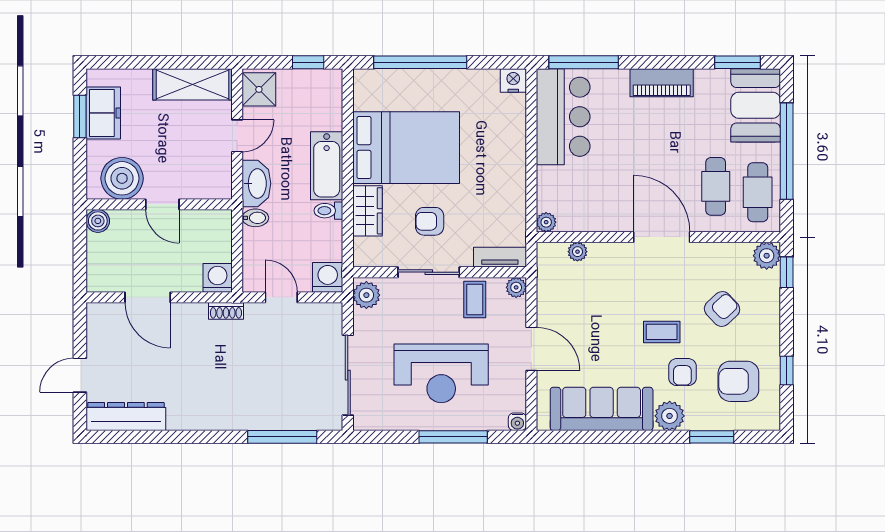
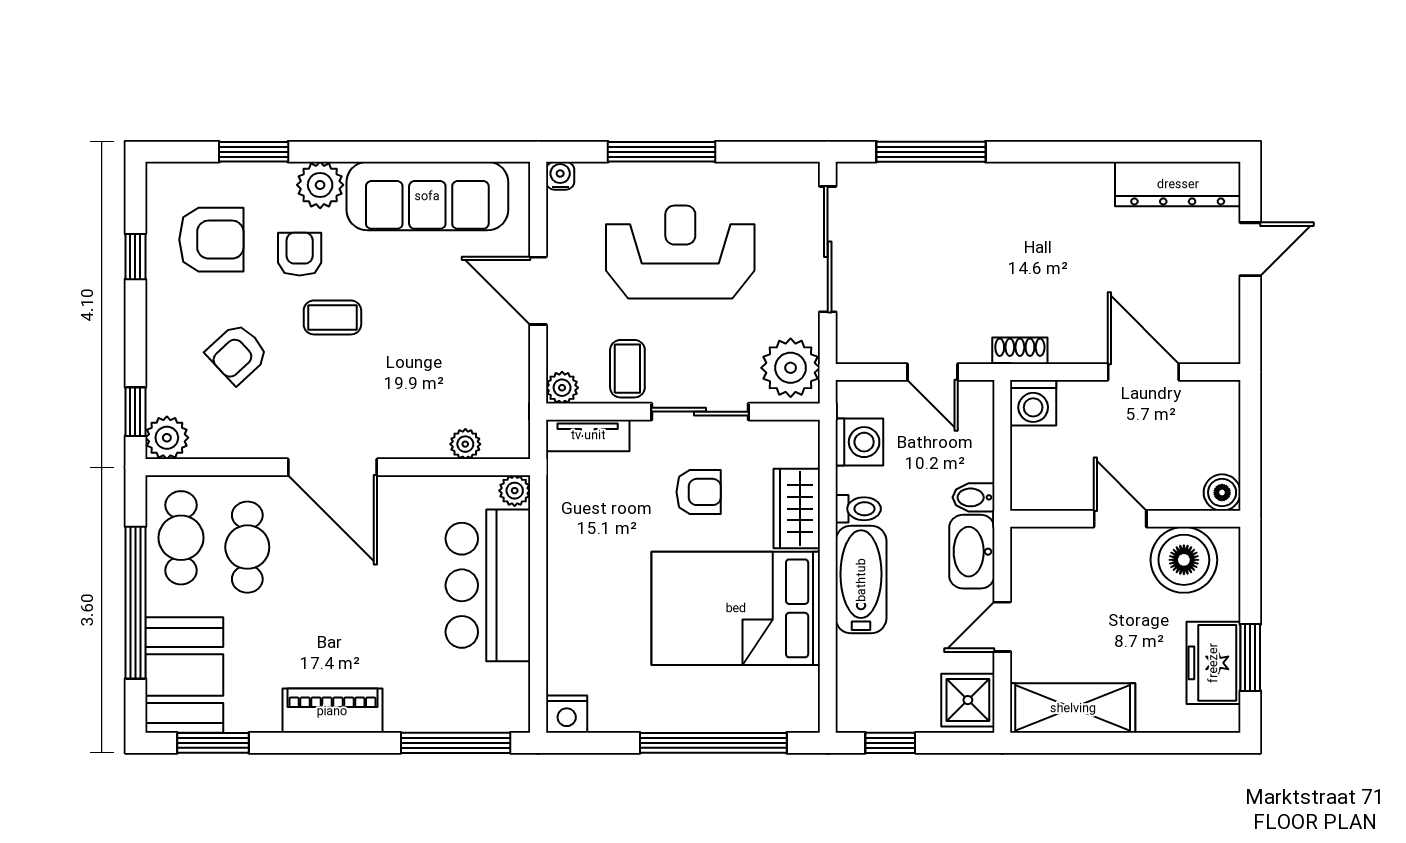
bar counter: (563, 117) -> (488, 585), moved
washing machine: (328, 277) -> (859, 442), moved, turned -90
plant: (366, 295) -> (791, 368), width x1.36, depth x1.36

